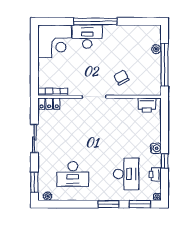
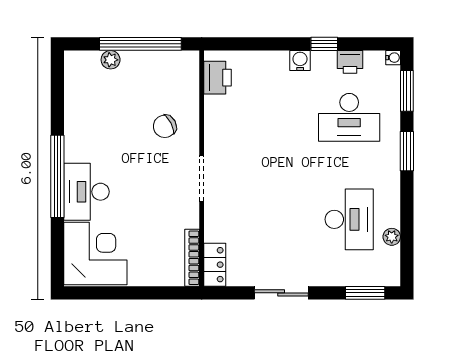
desk: (126, 174) -> (349, 117), turned 180
plant: (48, 196) -> (392, 237), moved

